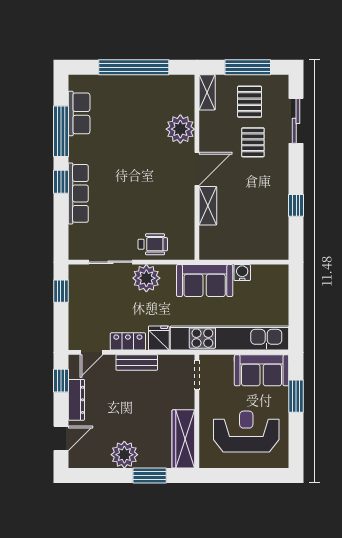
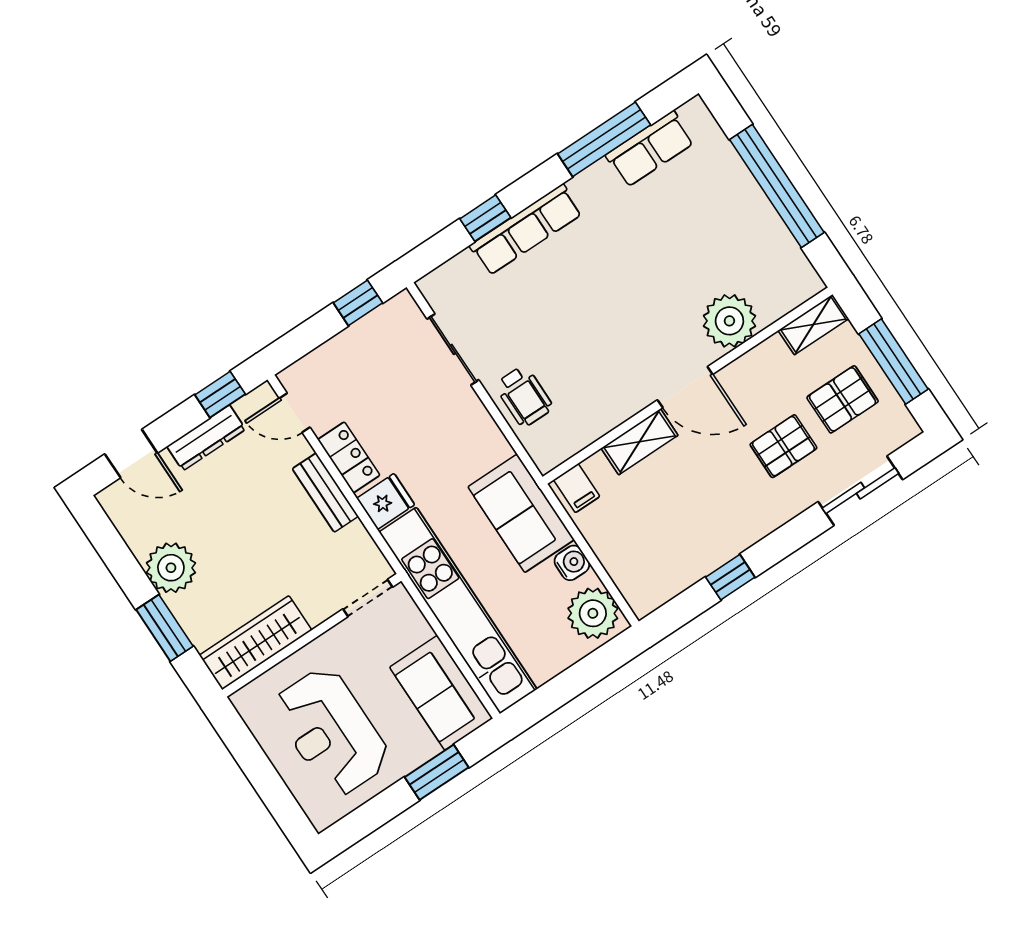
window: (61, 182) -> (485, 218), moved
filing cabinet: (210, 248) -> (577, 488), added
plant: (146, 278) -> (593, 613), moved
reception desk: (246, 431) -> (331, 732), turned 180

